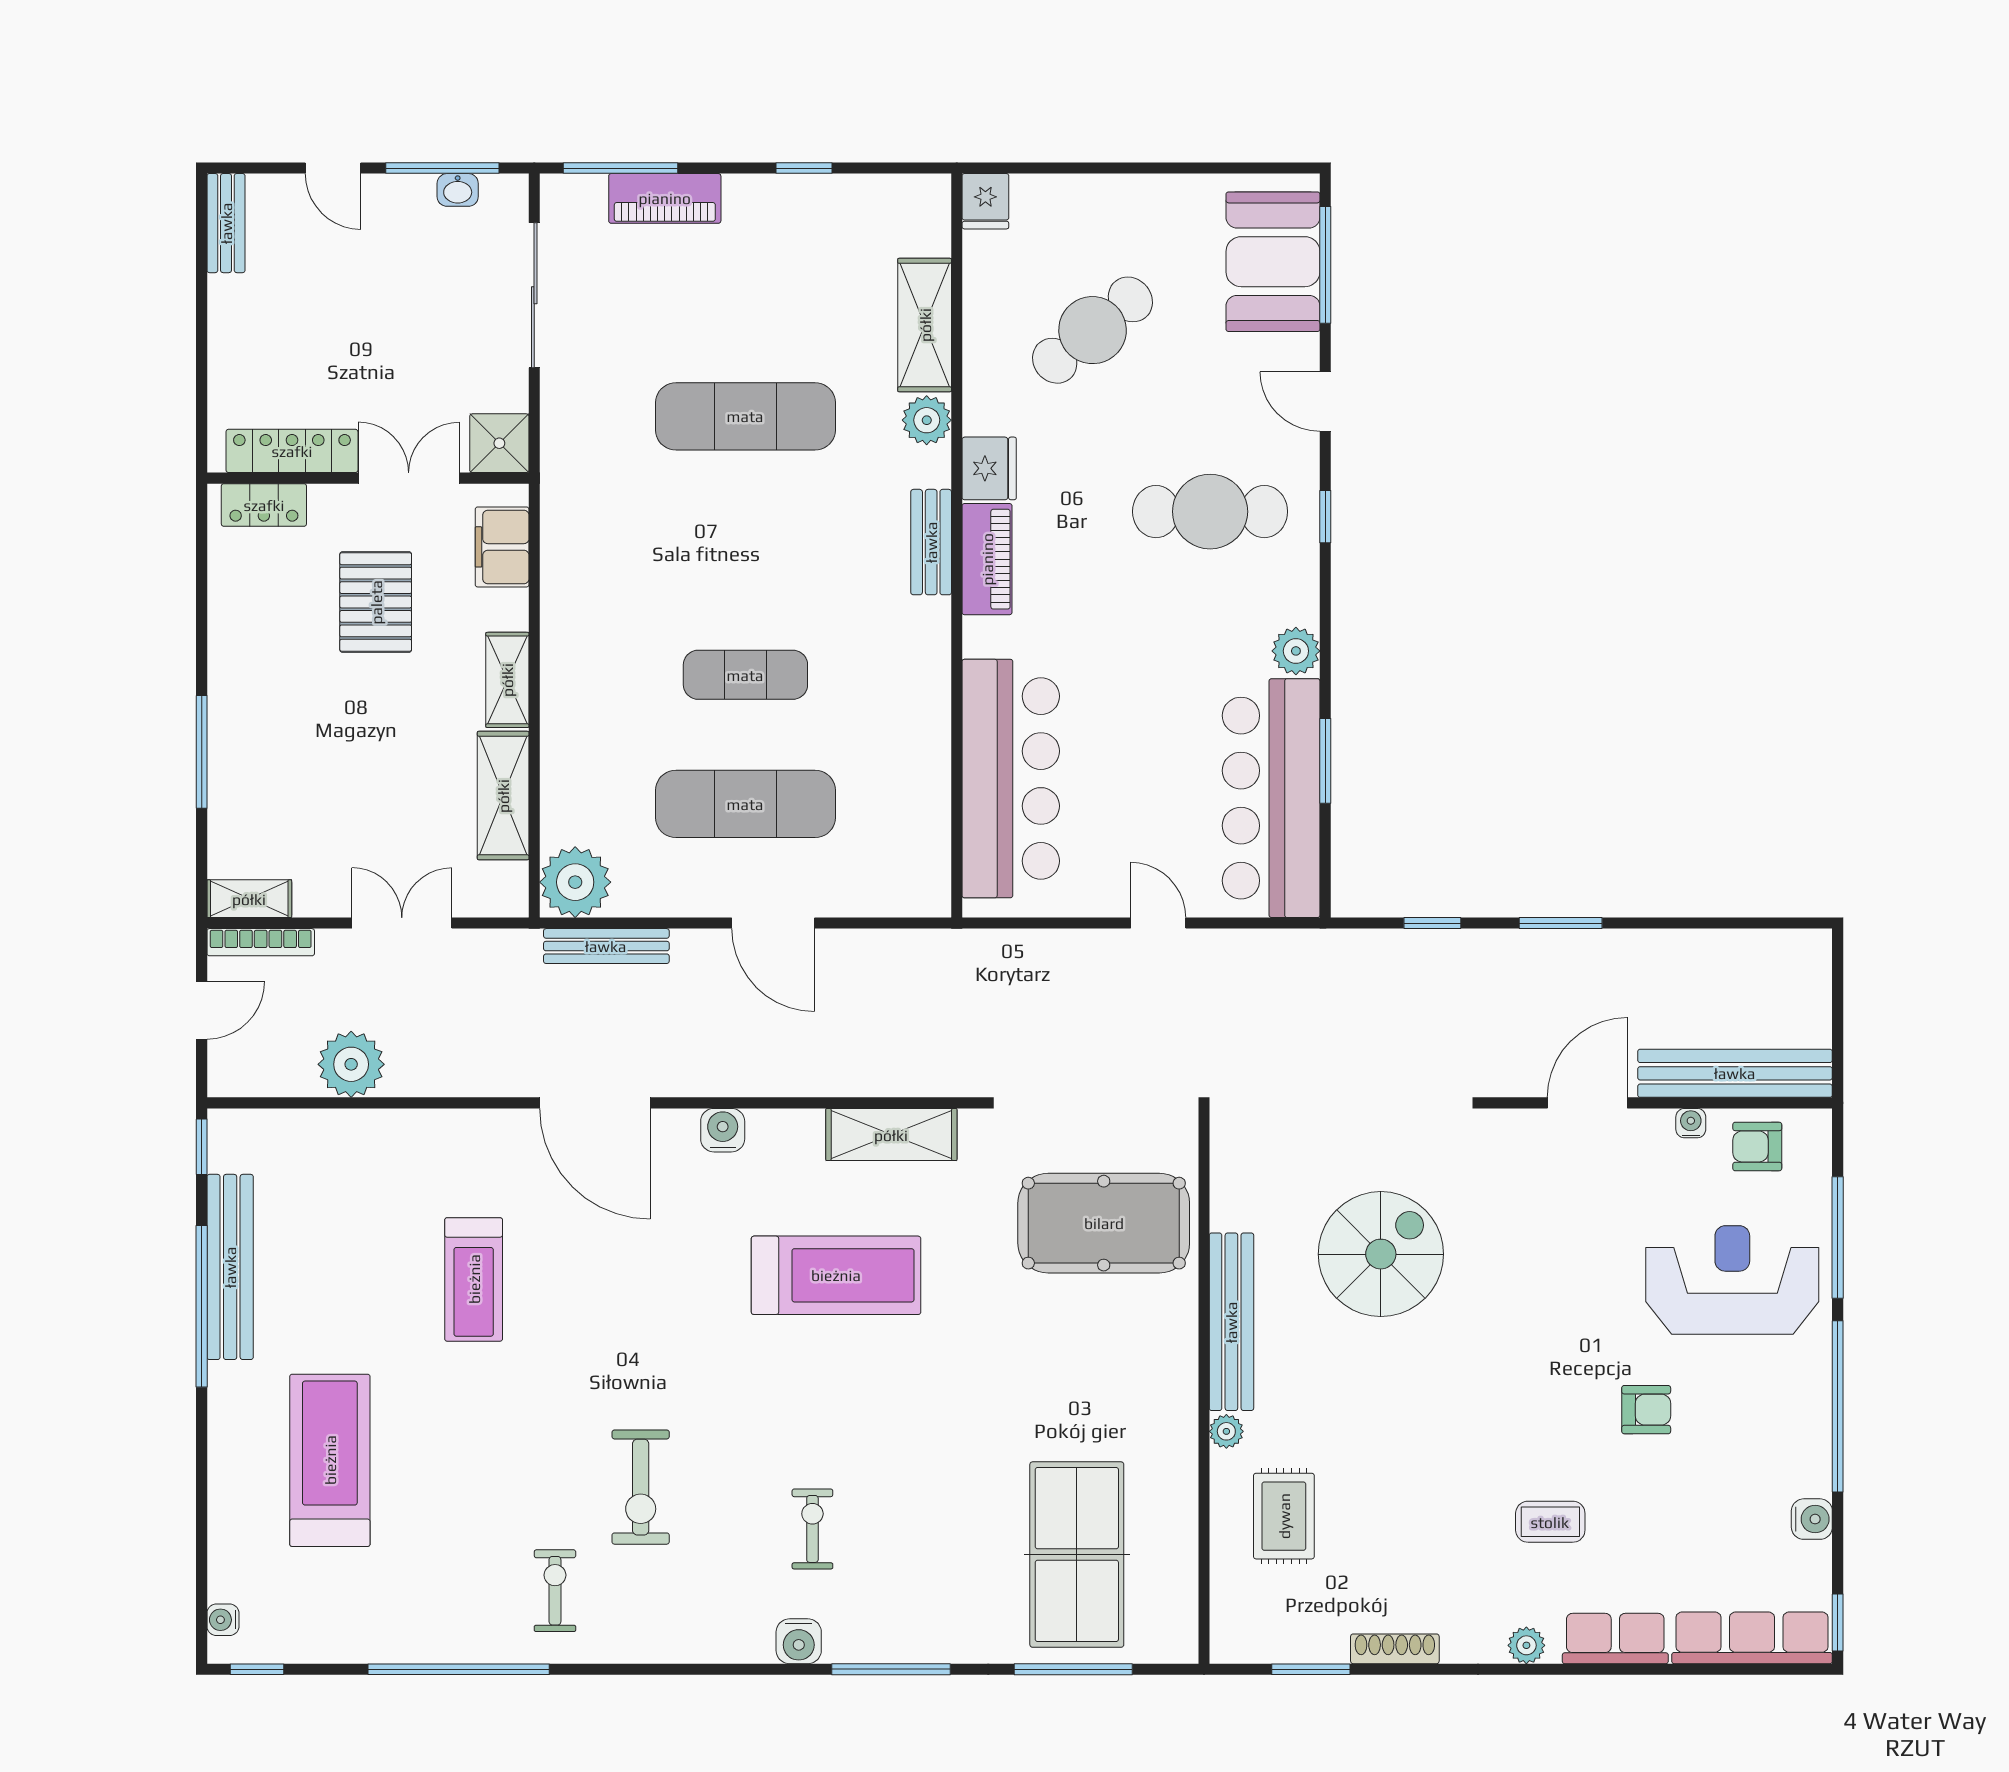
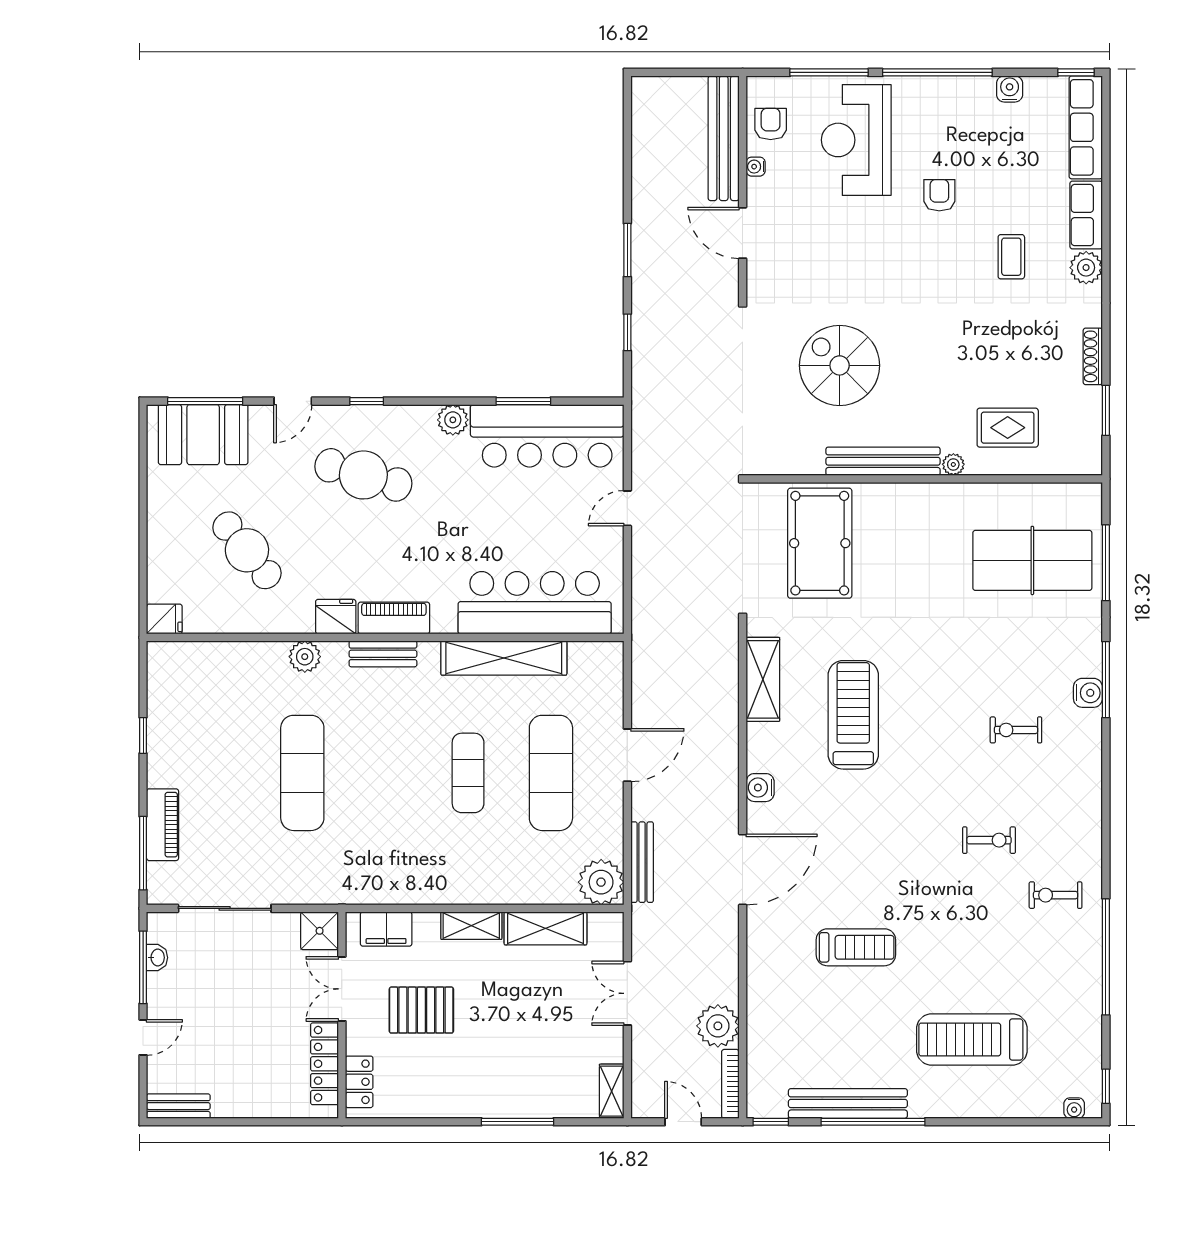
shelving: (925, 325) -> (504, 658), moved, width x1.47
cafe table: (1210, 512) -> (363, 475), turned -74
bookcase: (261, 942) -> (730, 1084), moved, turned 180
armchair: (1757, 1146) -> (771, 124), turned 180
exercise bike: (641, 1487) -> (989, 840), width x0.73, depth x0.72
water cooler: (799, 1641) -> (1088, 693), moved
plant: (1526, 1645) -> (1086, 268), width x1.38, depth x1.38

